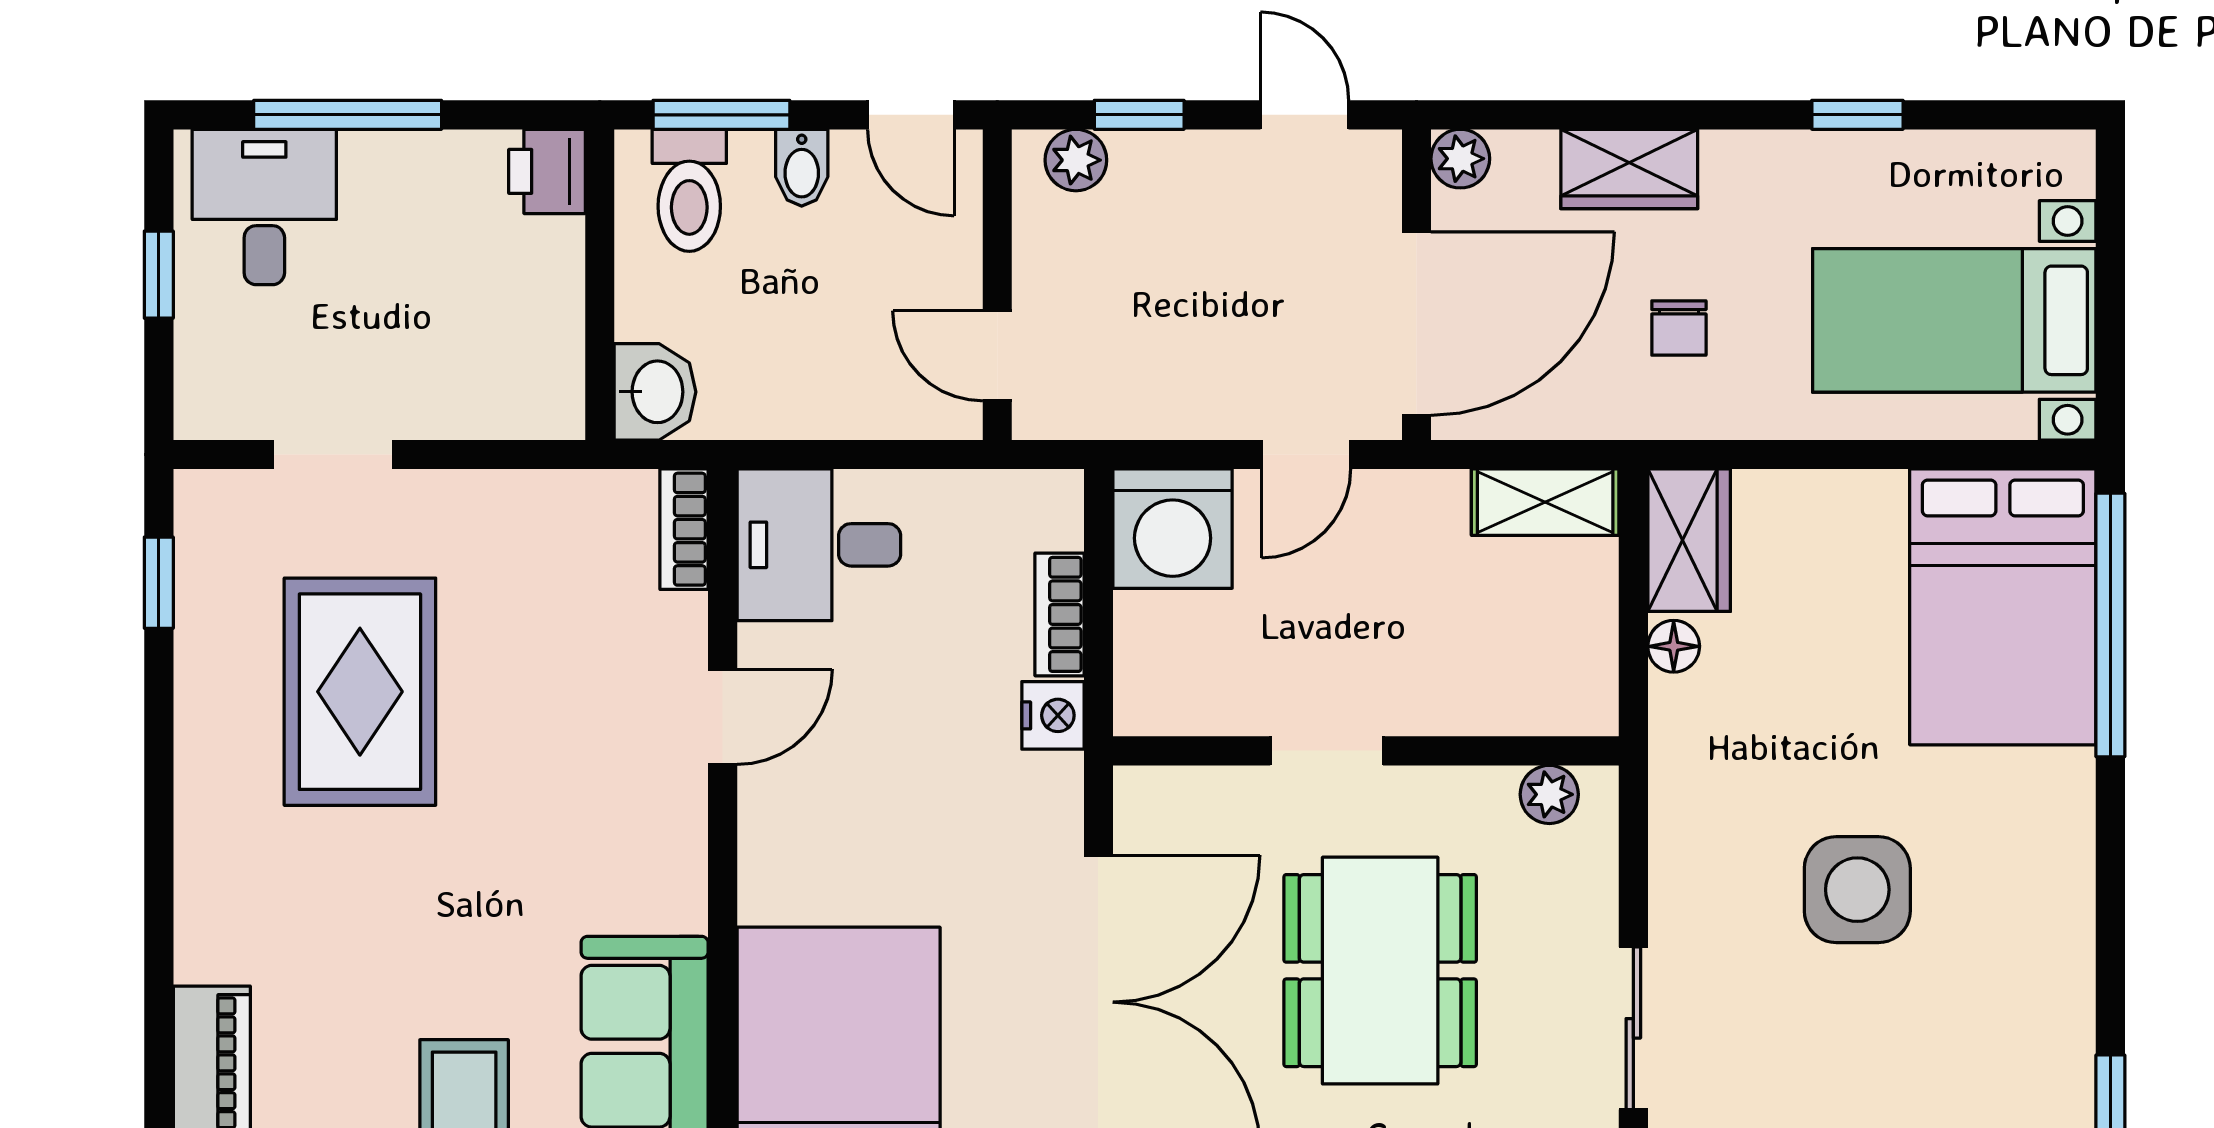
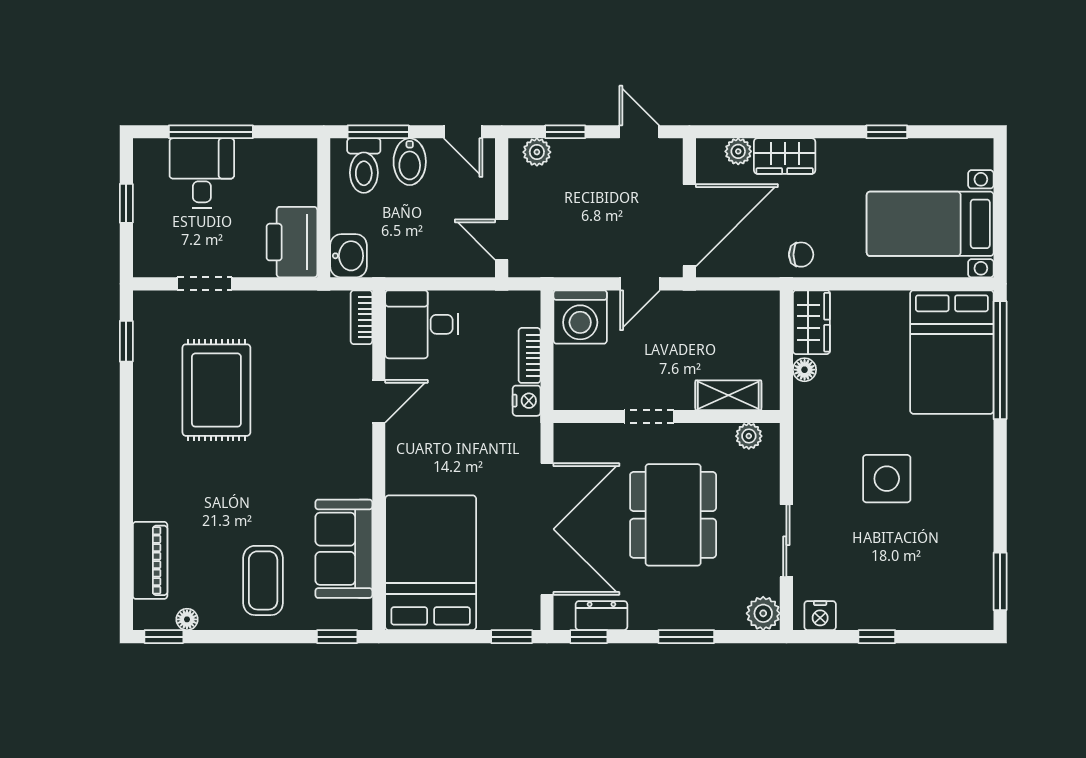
plant: (1460, 159) -> (738, 151), moved
bidet: (802, 168) -> (410, 162), width x1.38, depth x1.36
printer: (547, 171) -> (292, 242), moved, width x1.87, depth x1.48
desk: (264, 207) -> (202, 173), moved
chair: (1679, 328) -> (801, 255), moved, turned -90
shelving: (1545, 502) -> (728, 395), moved

